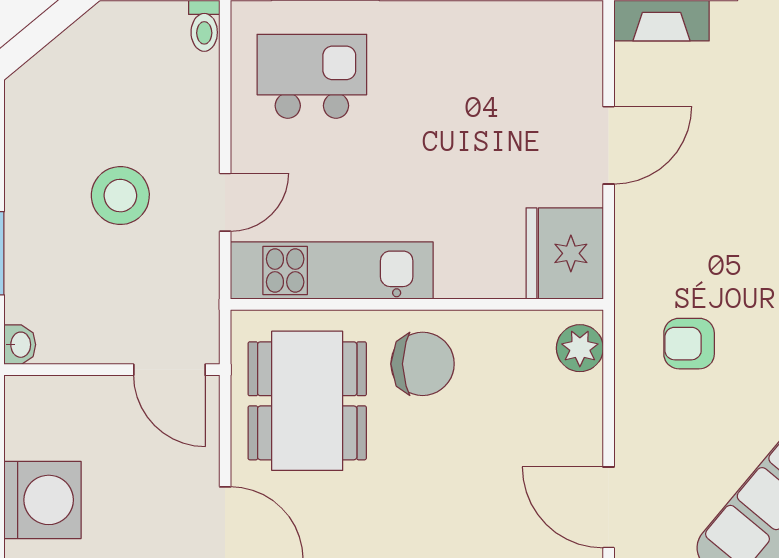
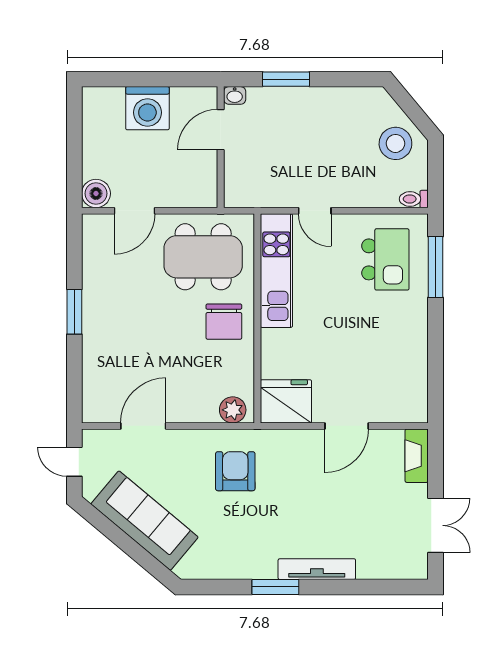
door: (609, 145) -> (347, 426), hinge flipped
stool: (120, 196) -> (395, 143), moved
armchair: (689, 344) -> (235, 471), width x1.38, depth x1.38
door: (169, 370) -> (221, 130), moved

